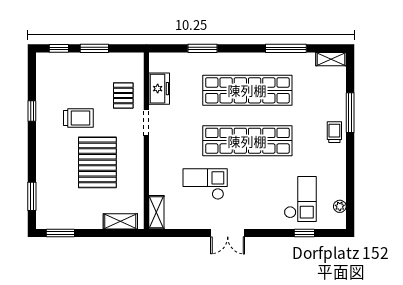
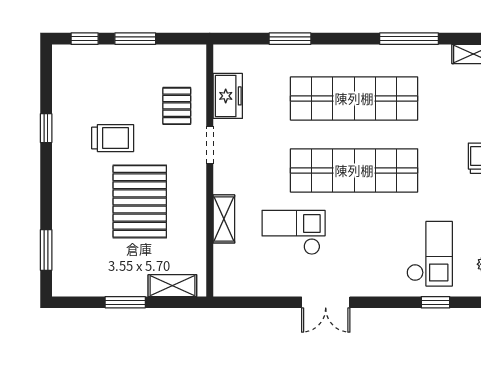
shelving: (156, 212) -> (224, 219), moved
window: (60, 233) -> (125, 302), moved

